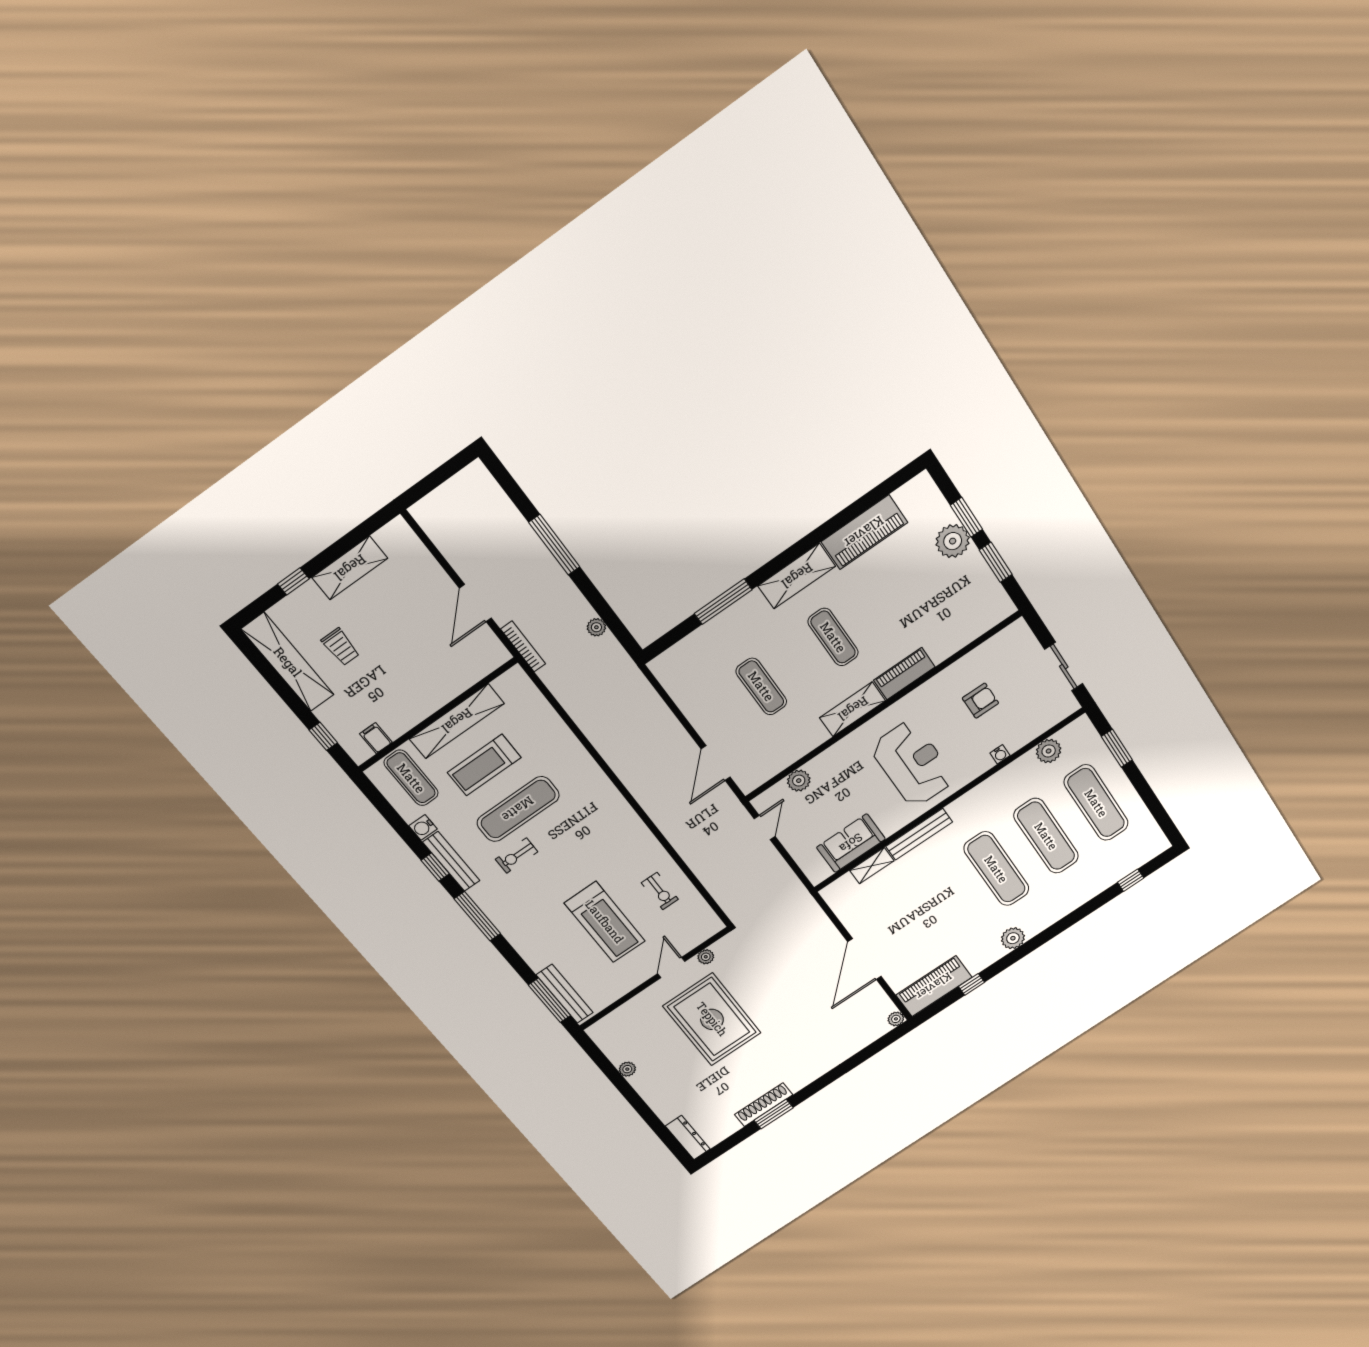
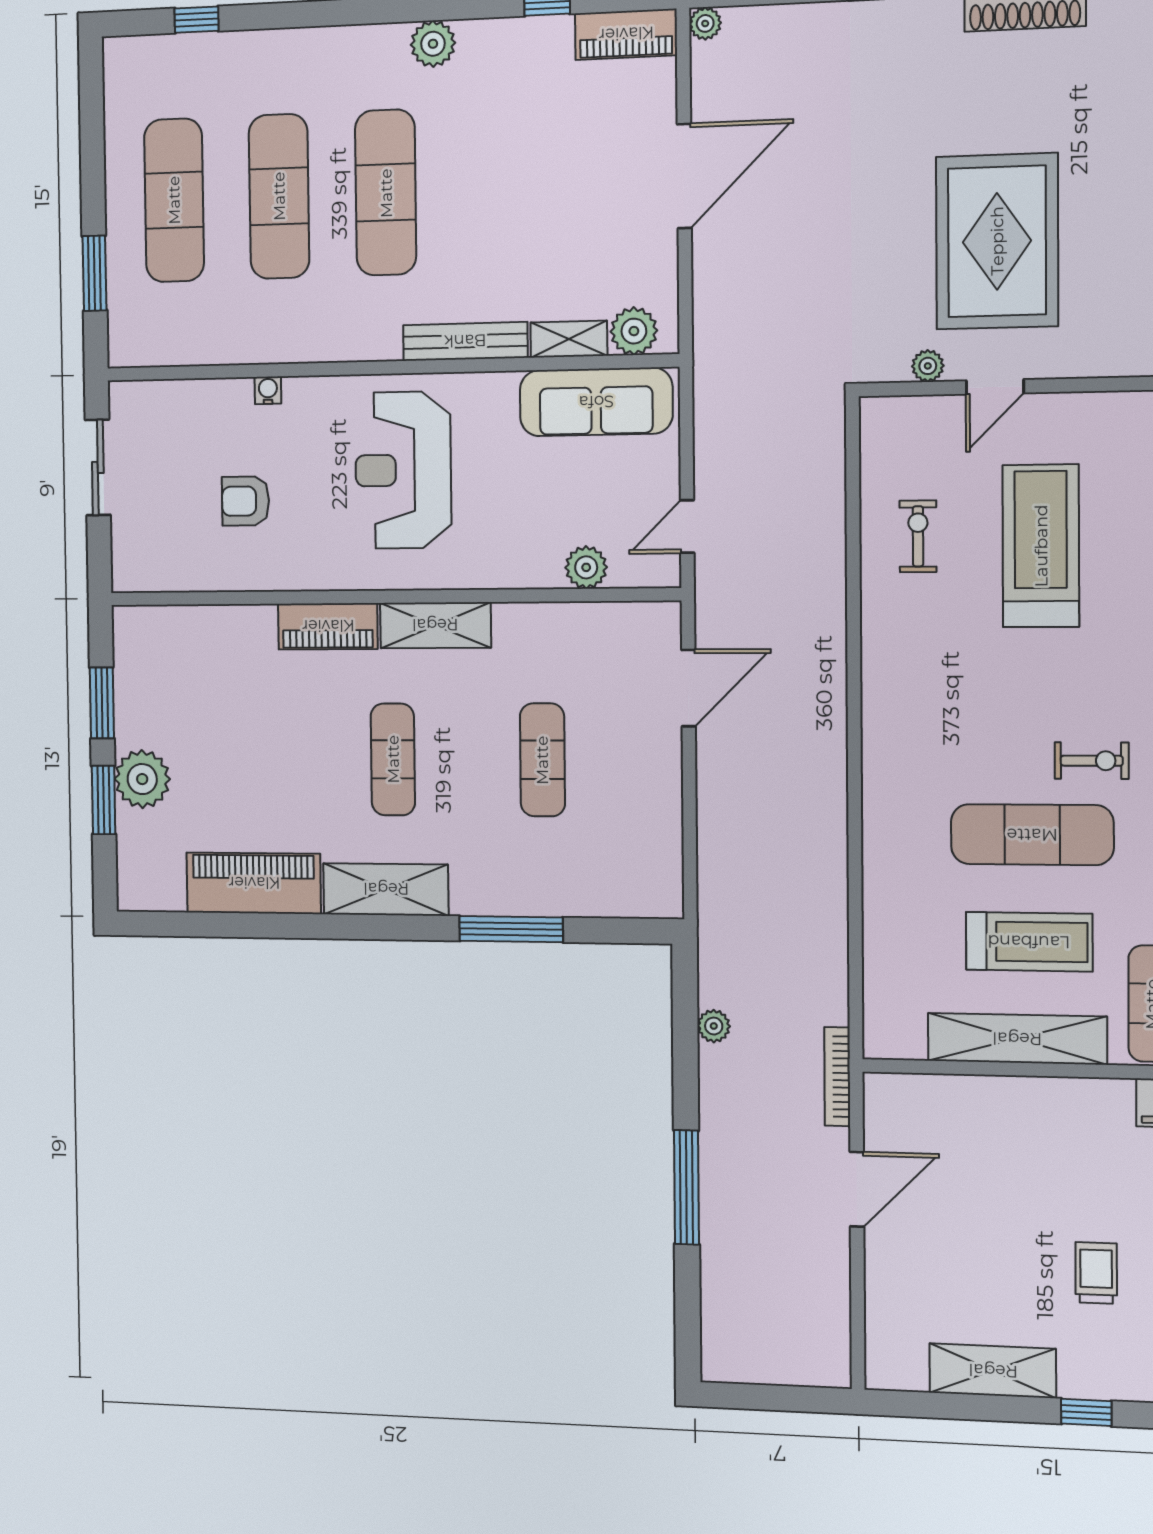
plant: (1049, 751) -> (634, 331), moved
sofa: (851, 843) -> (596, 402), width x1.36
piano: (934, 986) -> (626, 34), width x0.73, depth x0.75

